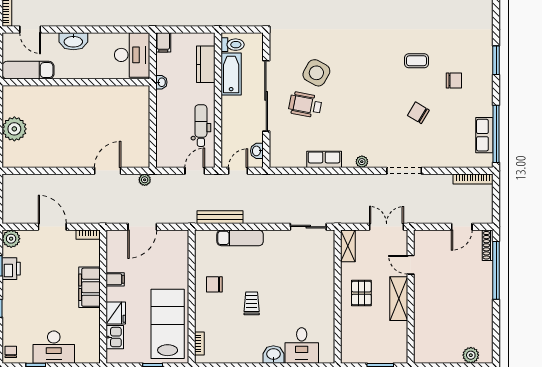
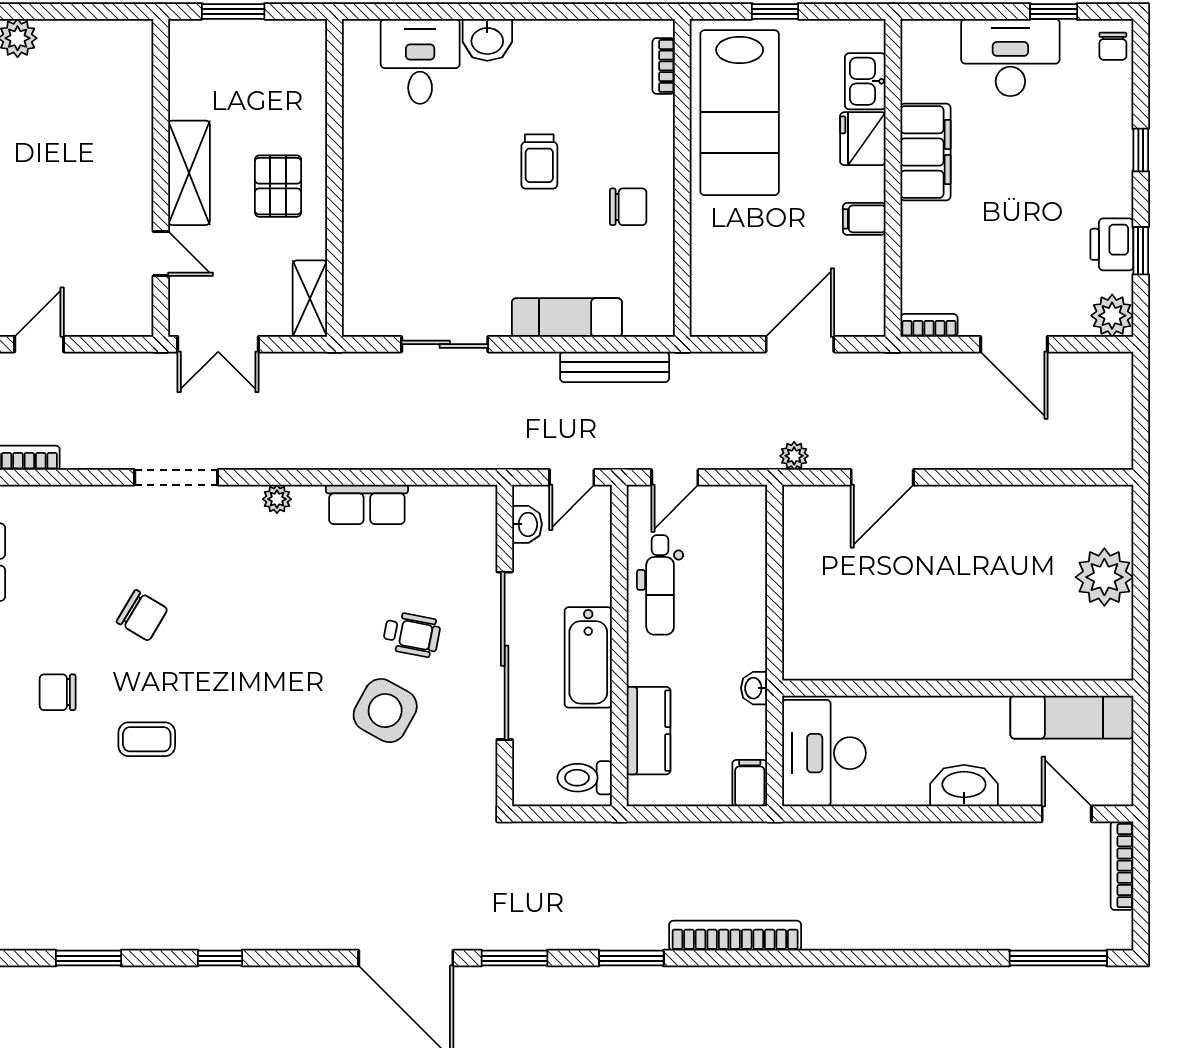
bathtub: (231, 74) -> (588, 657), moved
wheelchair: (305, 105) -> (412, 634), width x0.73, depth x0.73
sliding door: (308, 227) -> (445, 344), moved
filing cabinet: (89, 287) -> (925, 152), moved

